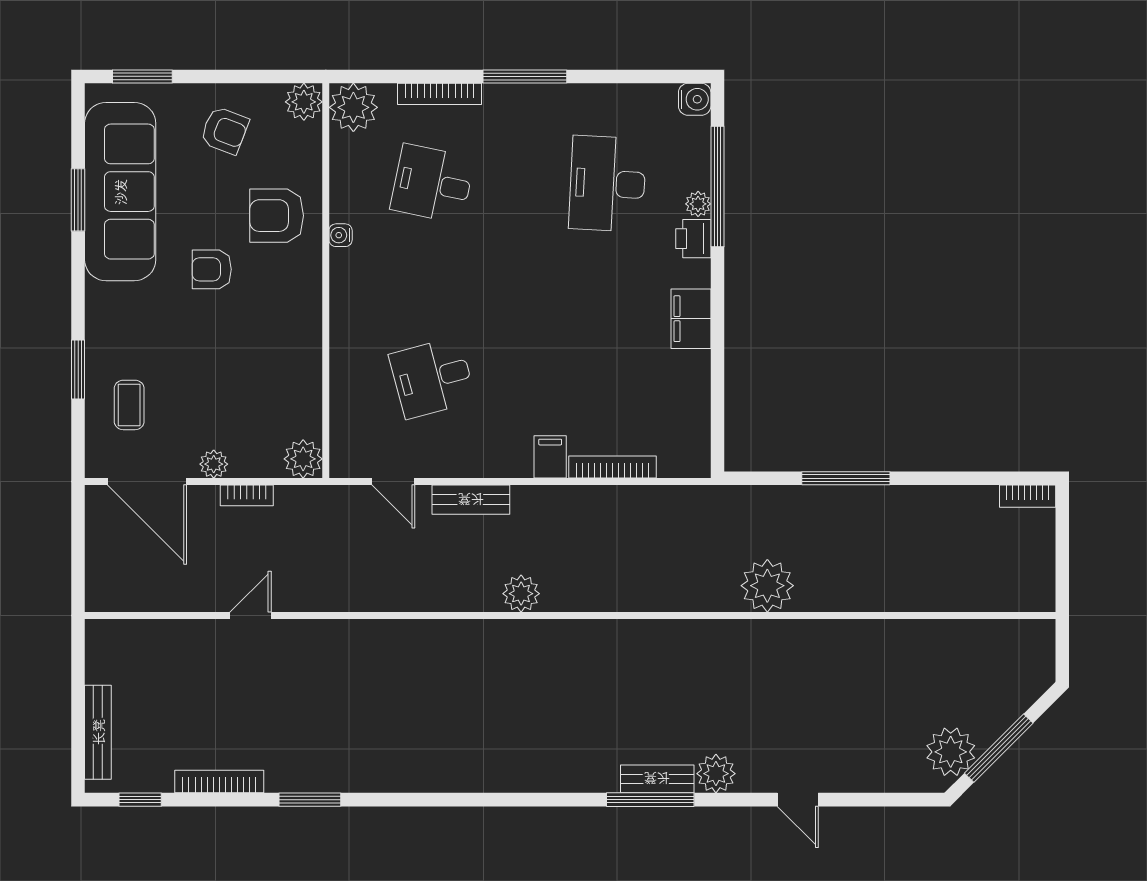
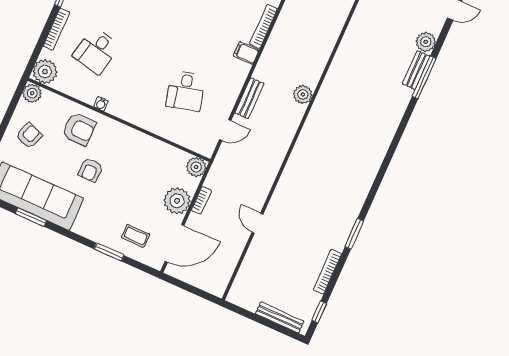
armchair: (277, 216) -> (79, 129), turned -90
plant: (214, 464) -> (177, 201), width x1.88, depth x1.88

